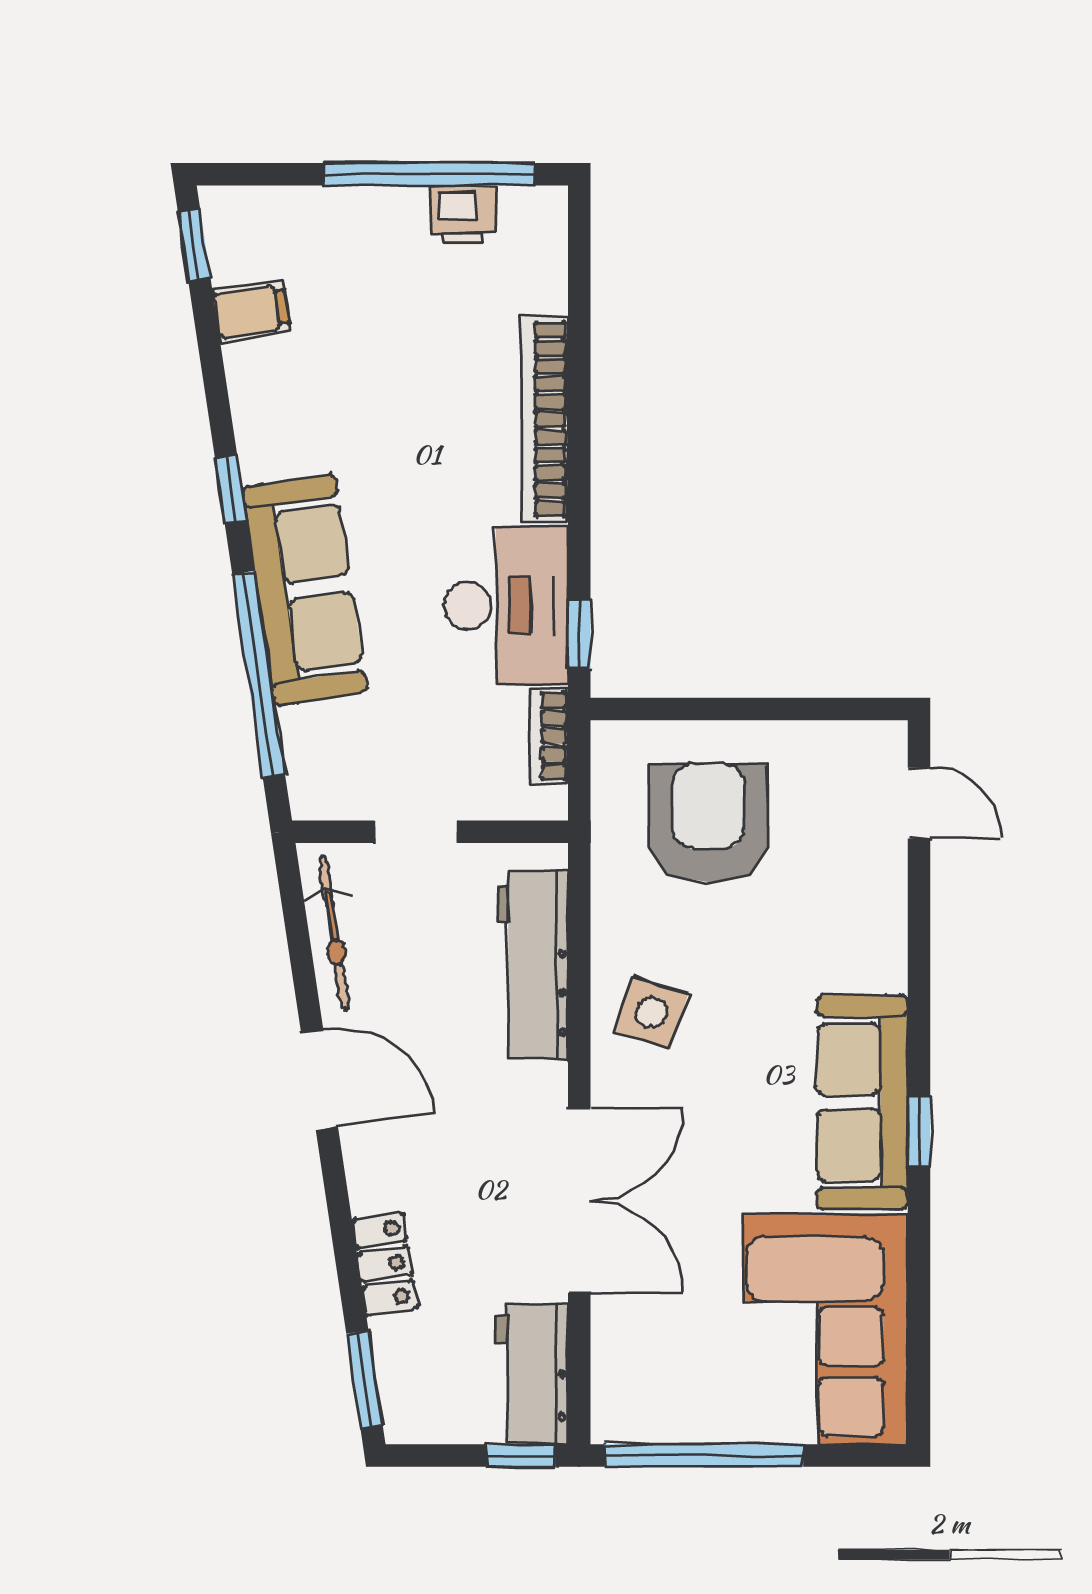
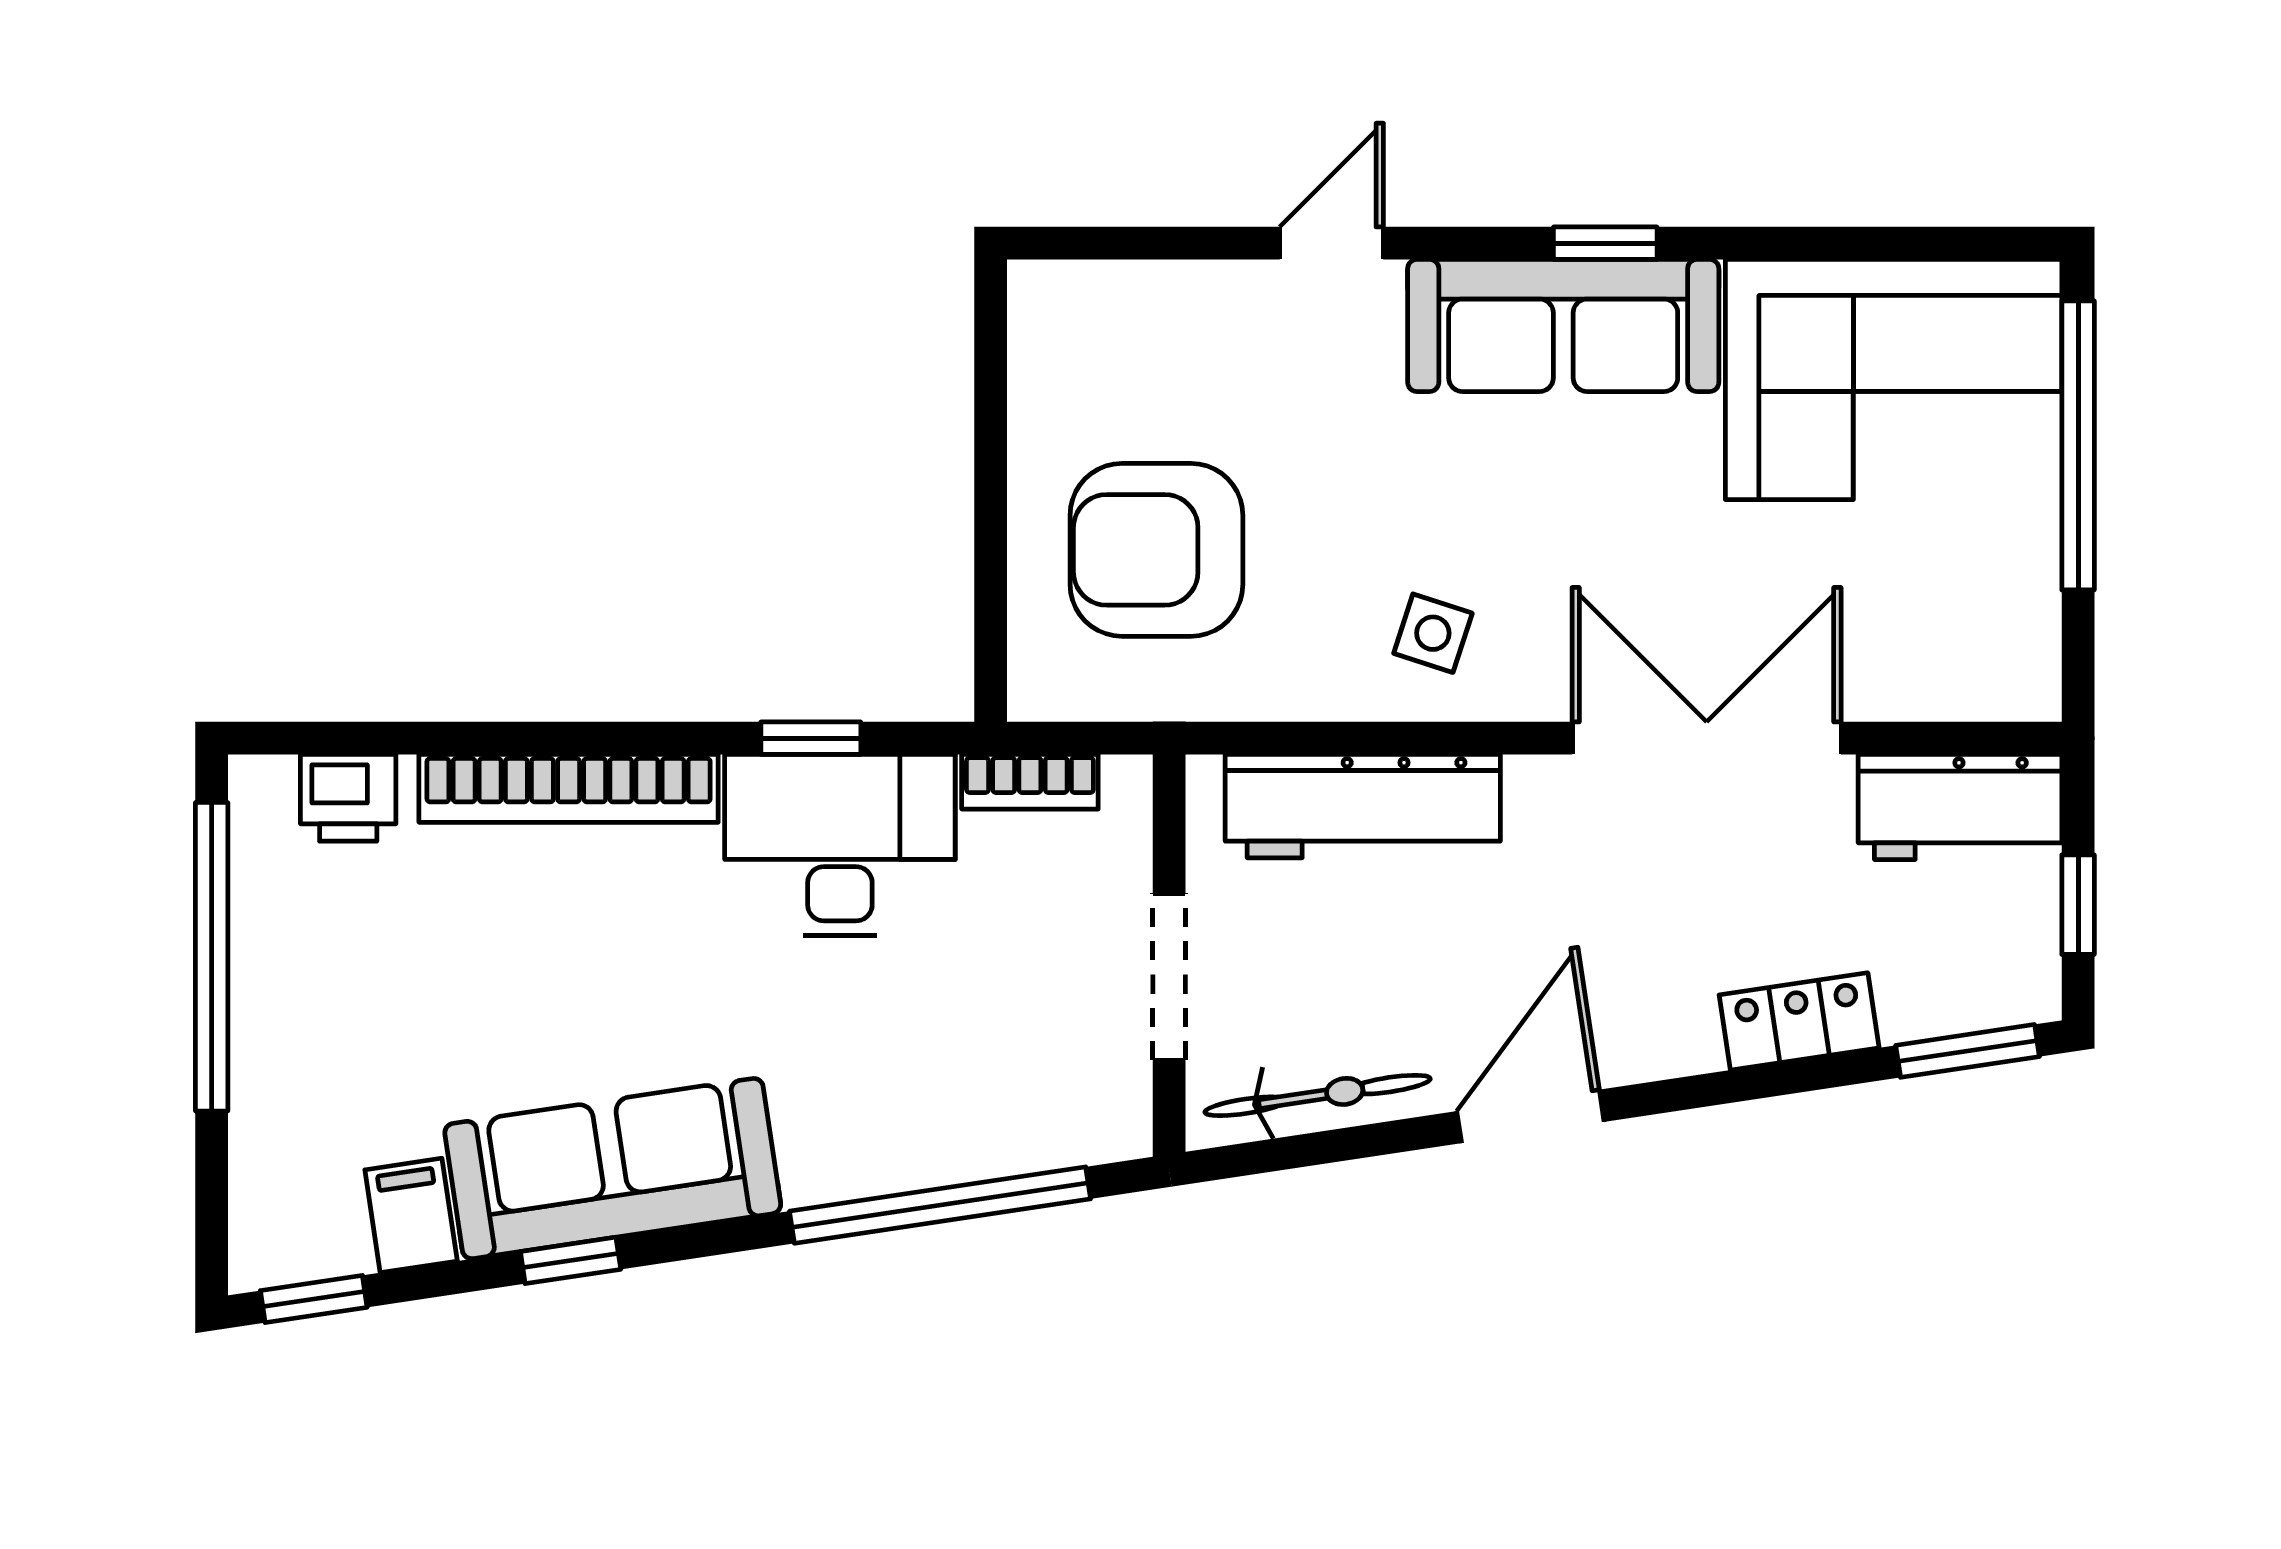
printer: (463, 215) -> (348, 798), moved, turned 90
window: (231, 490) -> (571, 1260), moved
sofa: (305, 589) -> (613, 1169), moved
window: (579, 634) -> (811, 738), moved
door: (919, 803) -> (1332, 243), moved
doorway: (415, 832) -> (1169, 977), width x1.38
side table: (651, 1013) -> (1433, 633), width x0.73, depth x0.73
window: (521, 1456) -> (2078, 905), moved
window: (704, 1456) -> (2078, 445), moved

